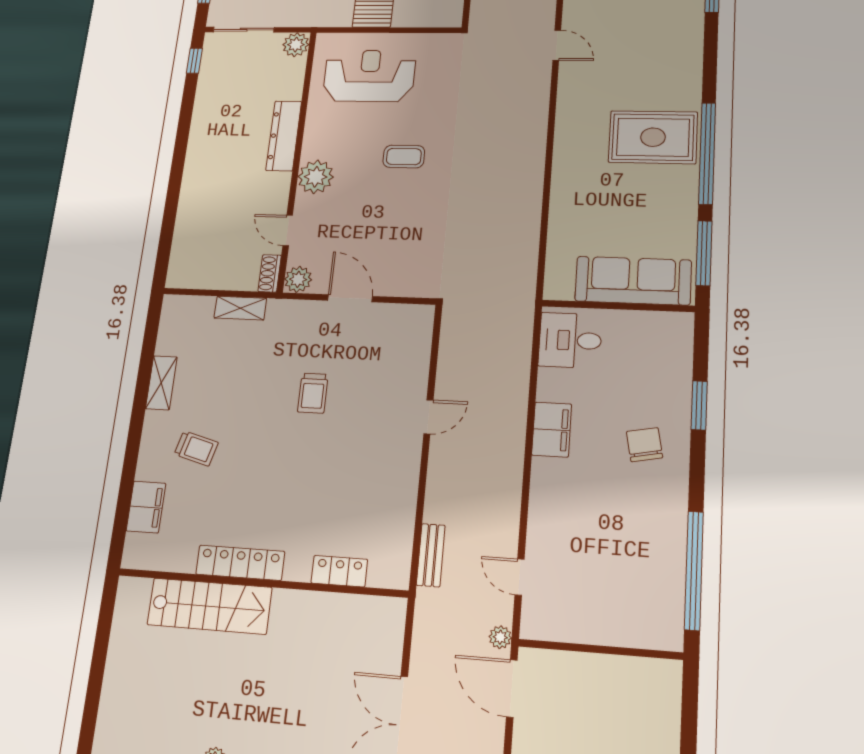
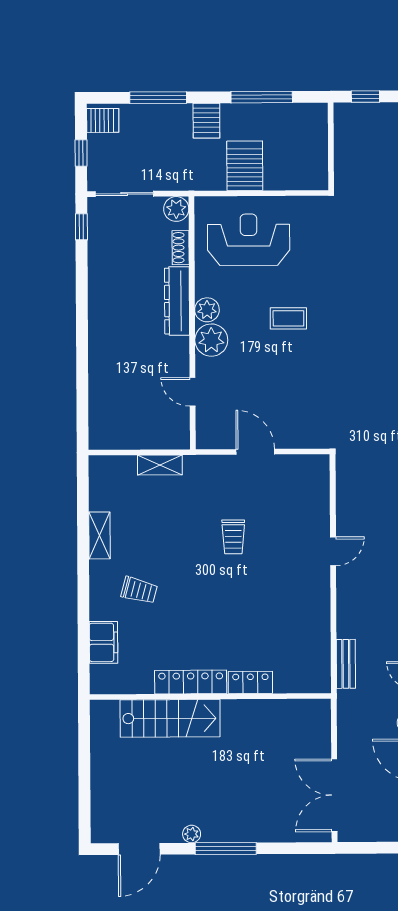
shoe rack: (270, 273) -> (181, 248), moved
plant: (298, 279) -> (207, 310), moved
locker: (339, 571) -> (250, 682), moved

